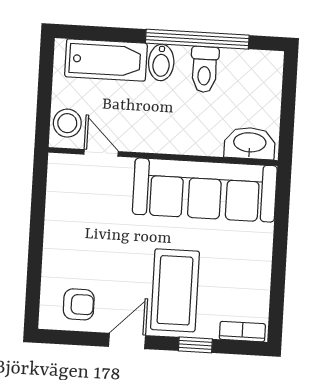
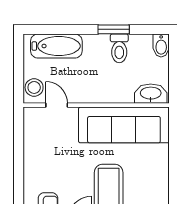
window: (197, 39) -> (114, 29), width x0.47
bidet: (161, 62) -> (161, 46), moved

